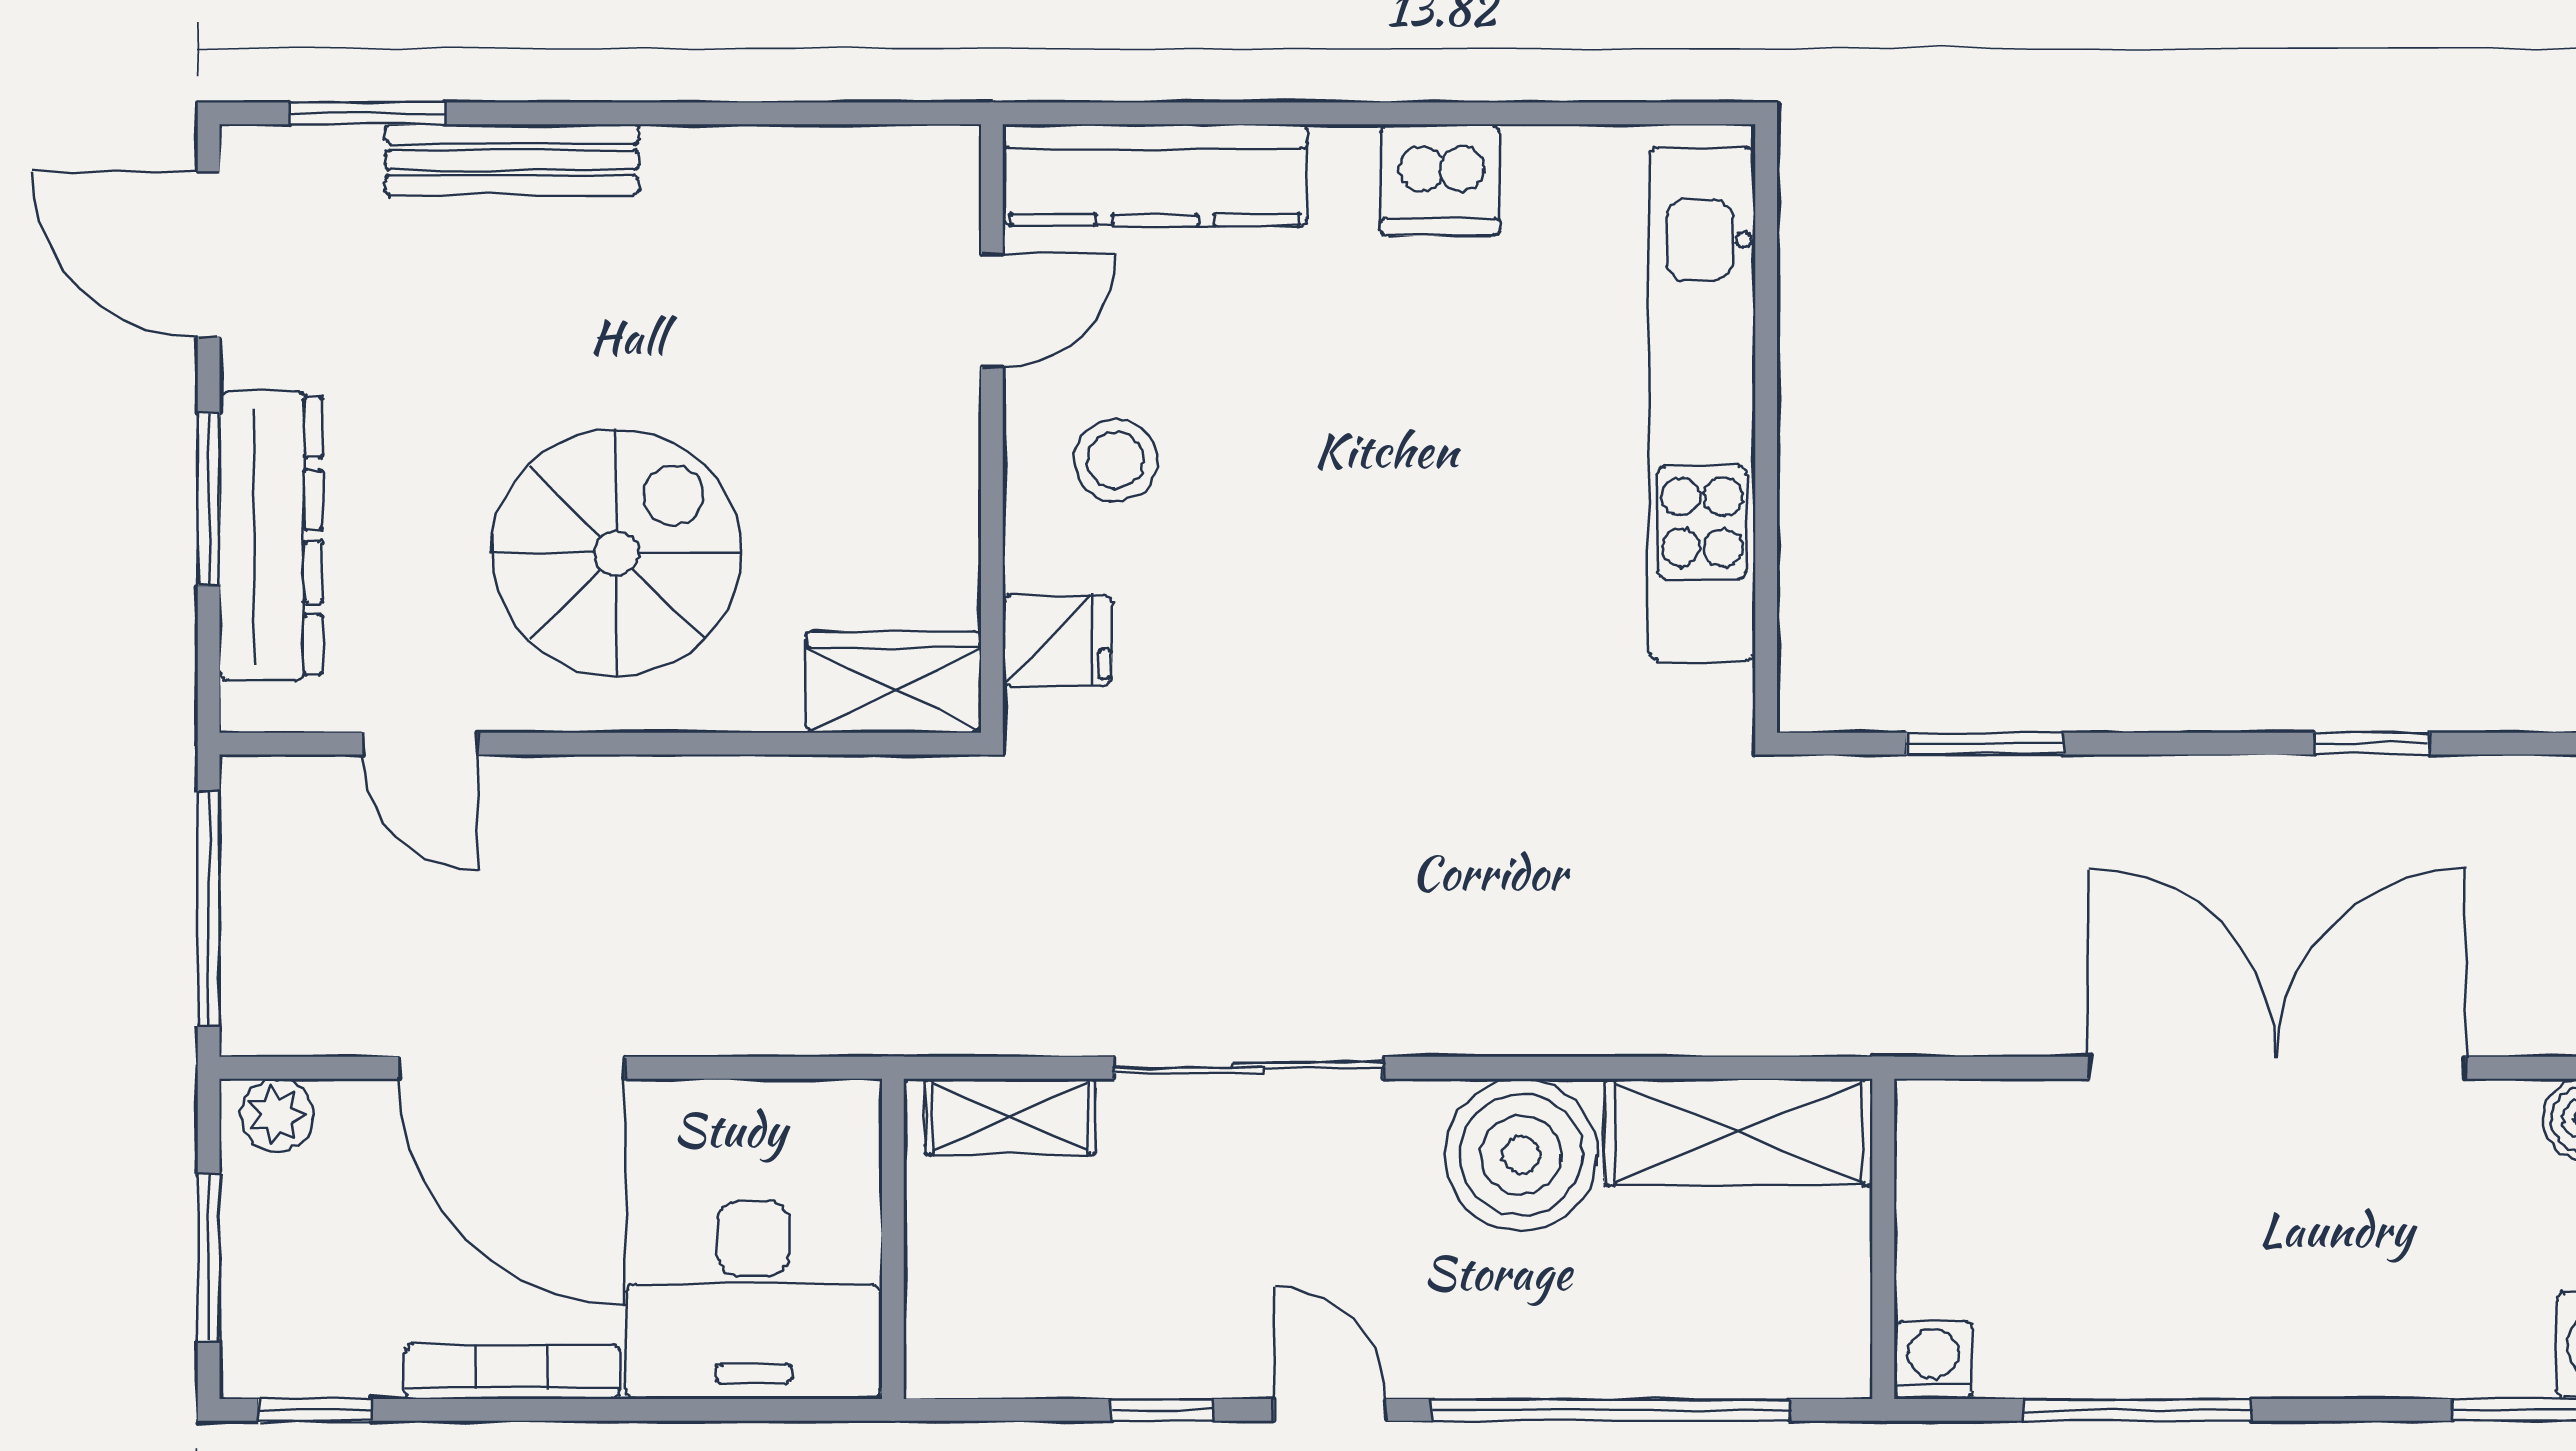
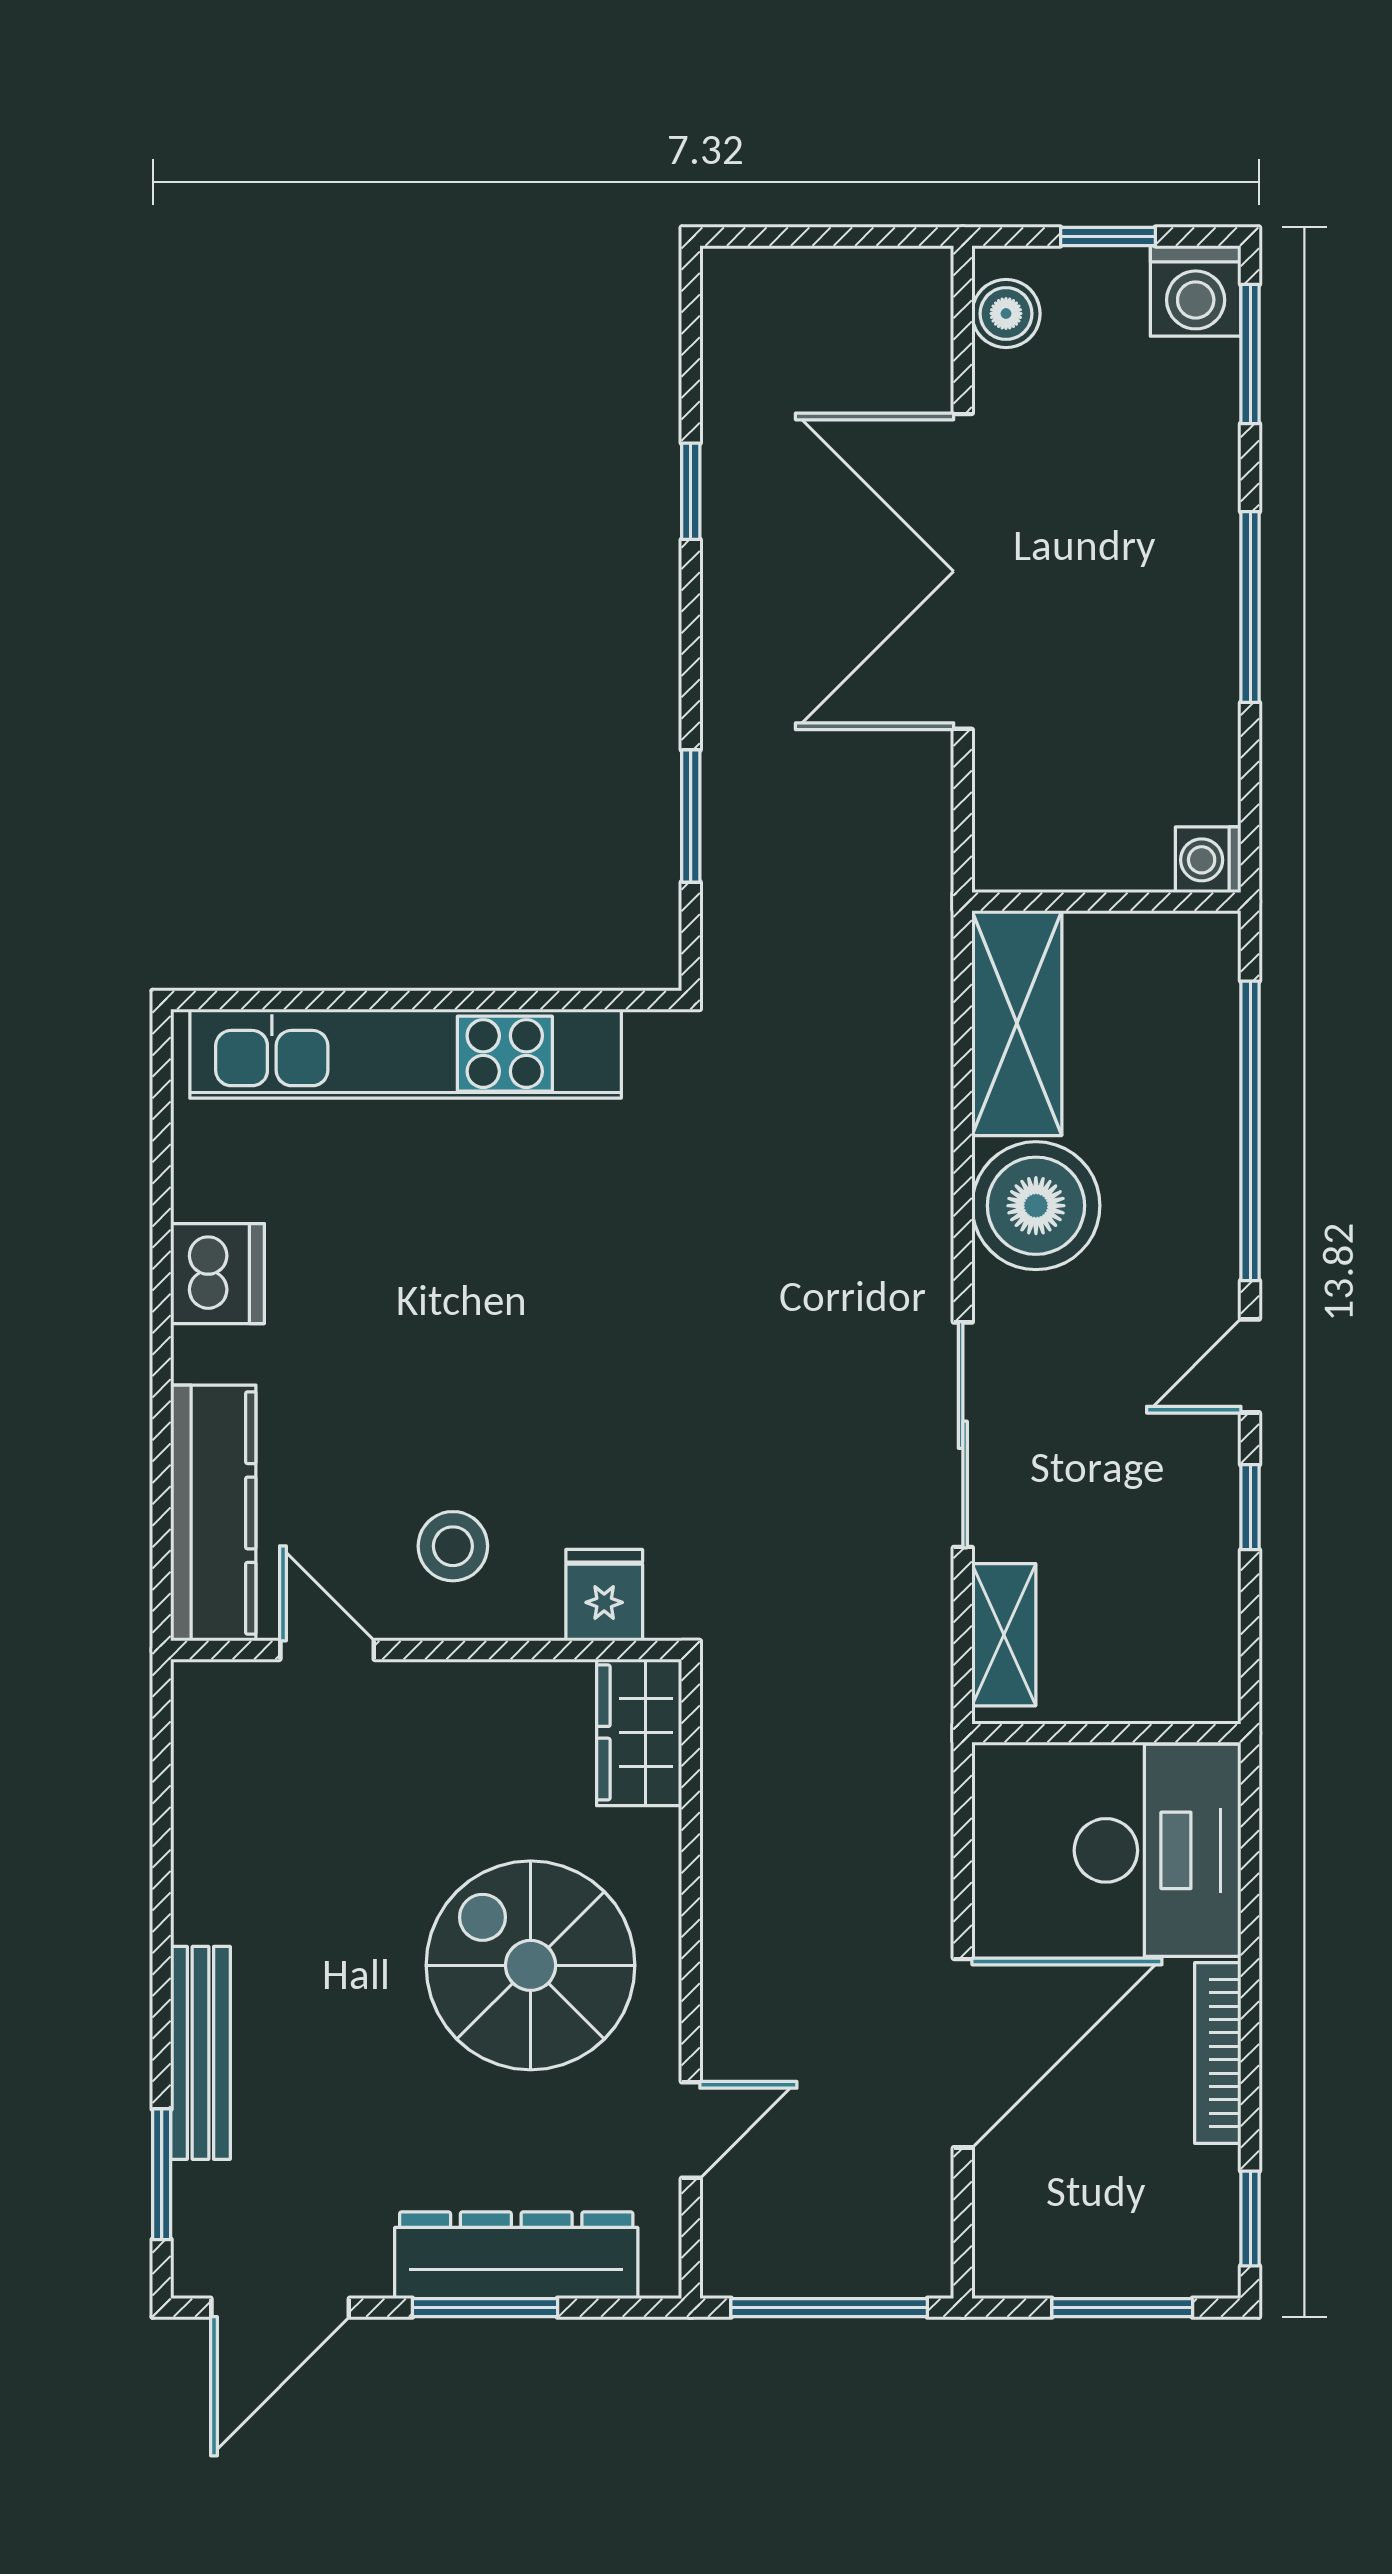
plant: (277, 1115) -> (1002, 2250), removed
window: (2138, 1410) -> (1250, 607), moved

